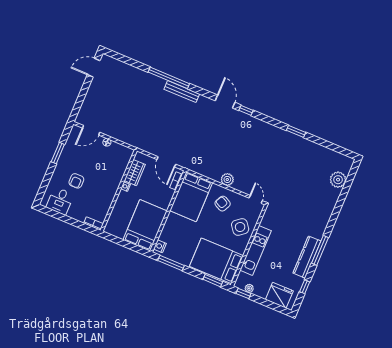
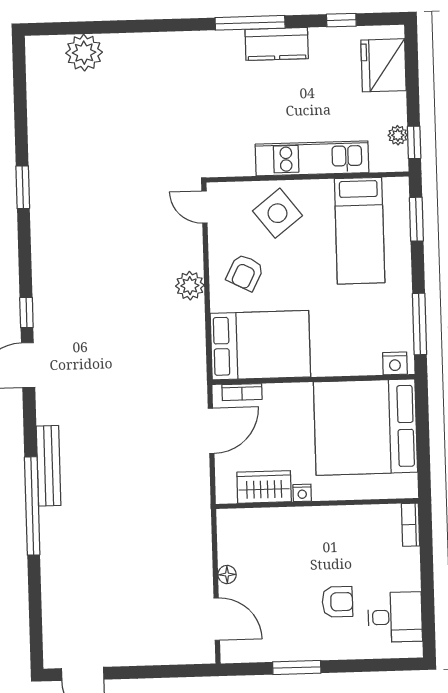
door: (256, 199) -> (204, 207), hinge flipped
bed: (145, 225) -> (365, 427), width x1.36
kitchen counter: (307, 257) -> (277, 44), width x0.67
bed: (216, 261) -> (360, 231), width x0.67

